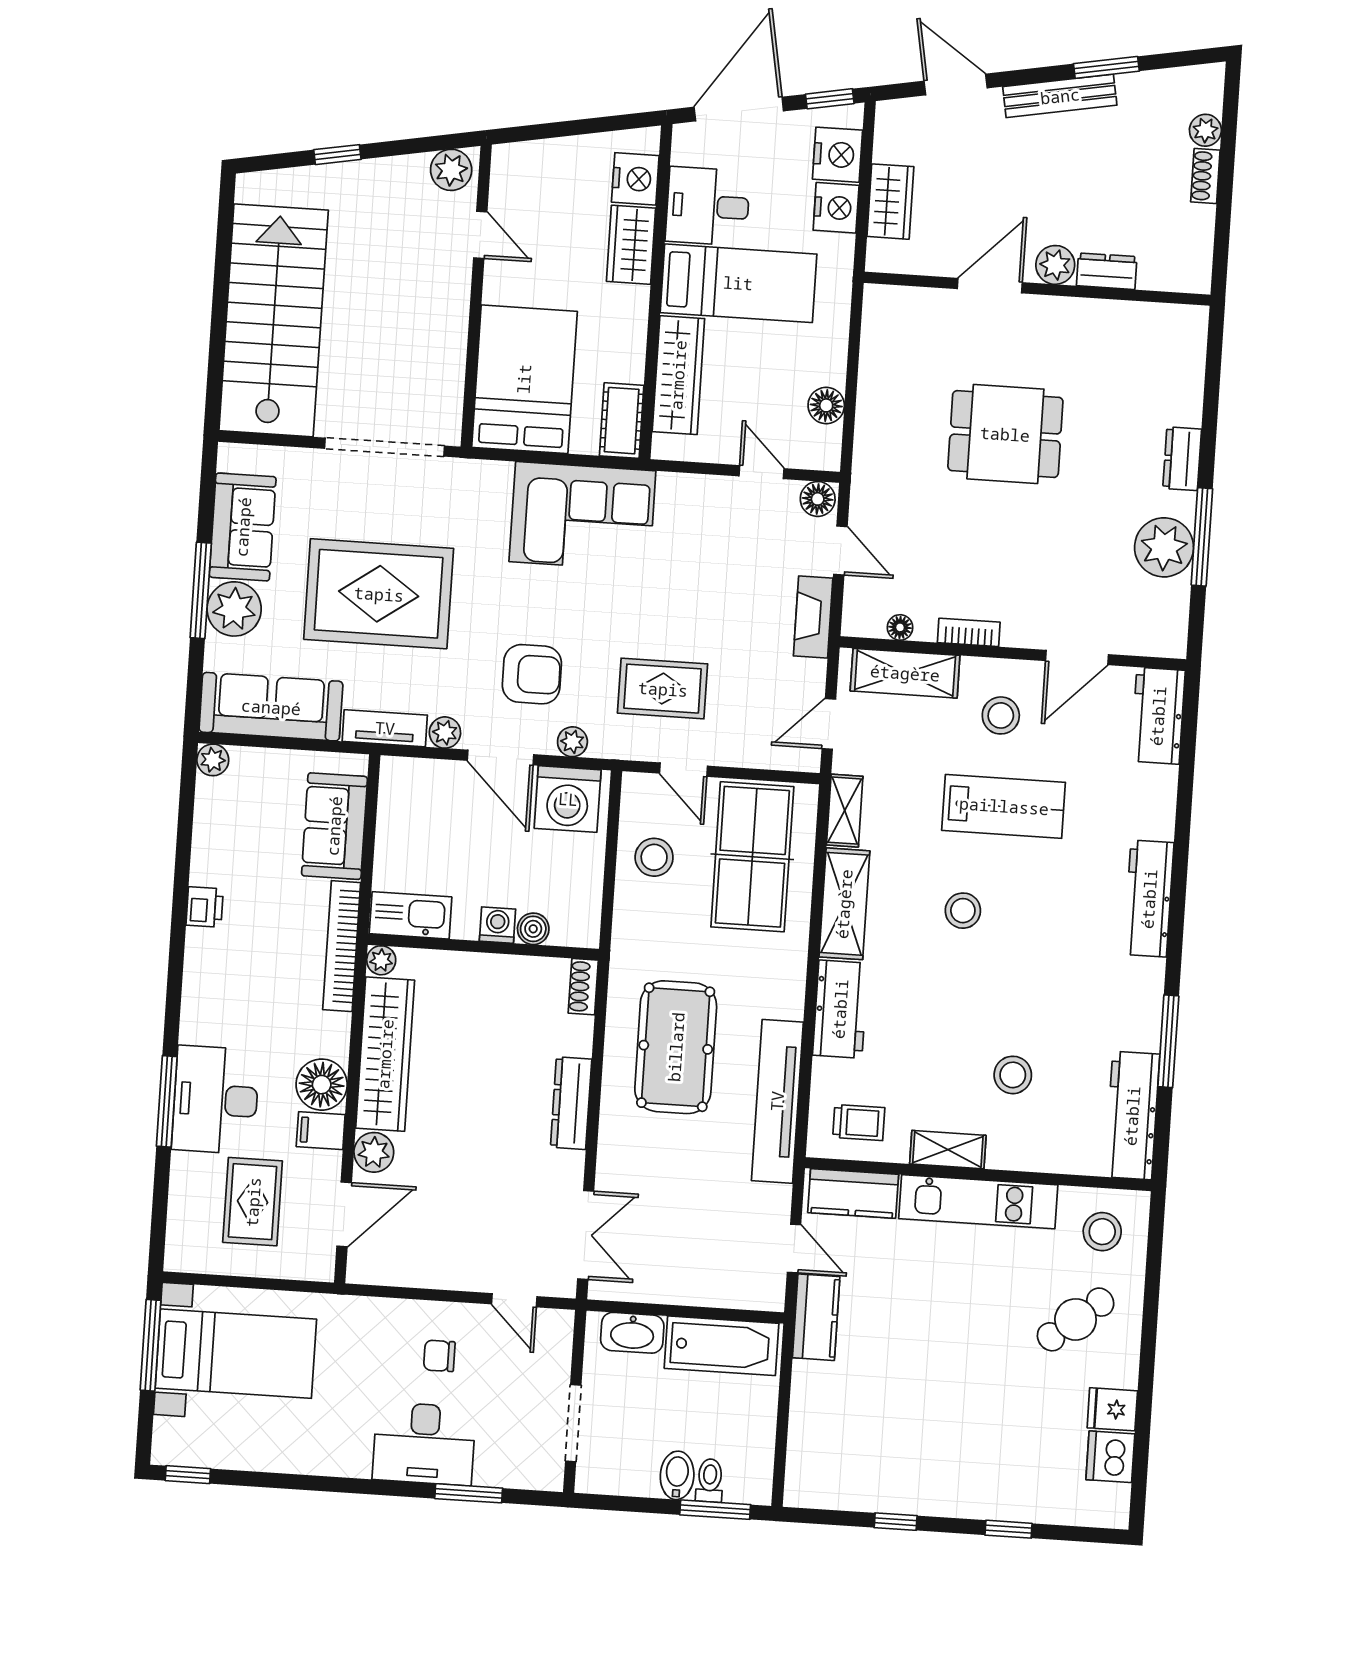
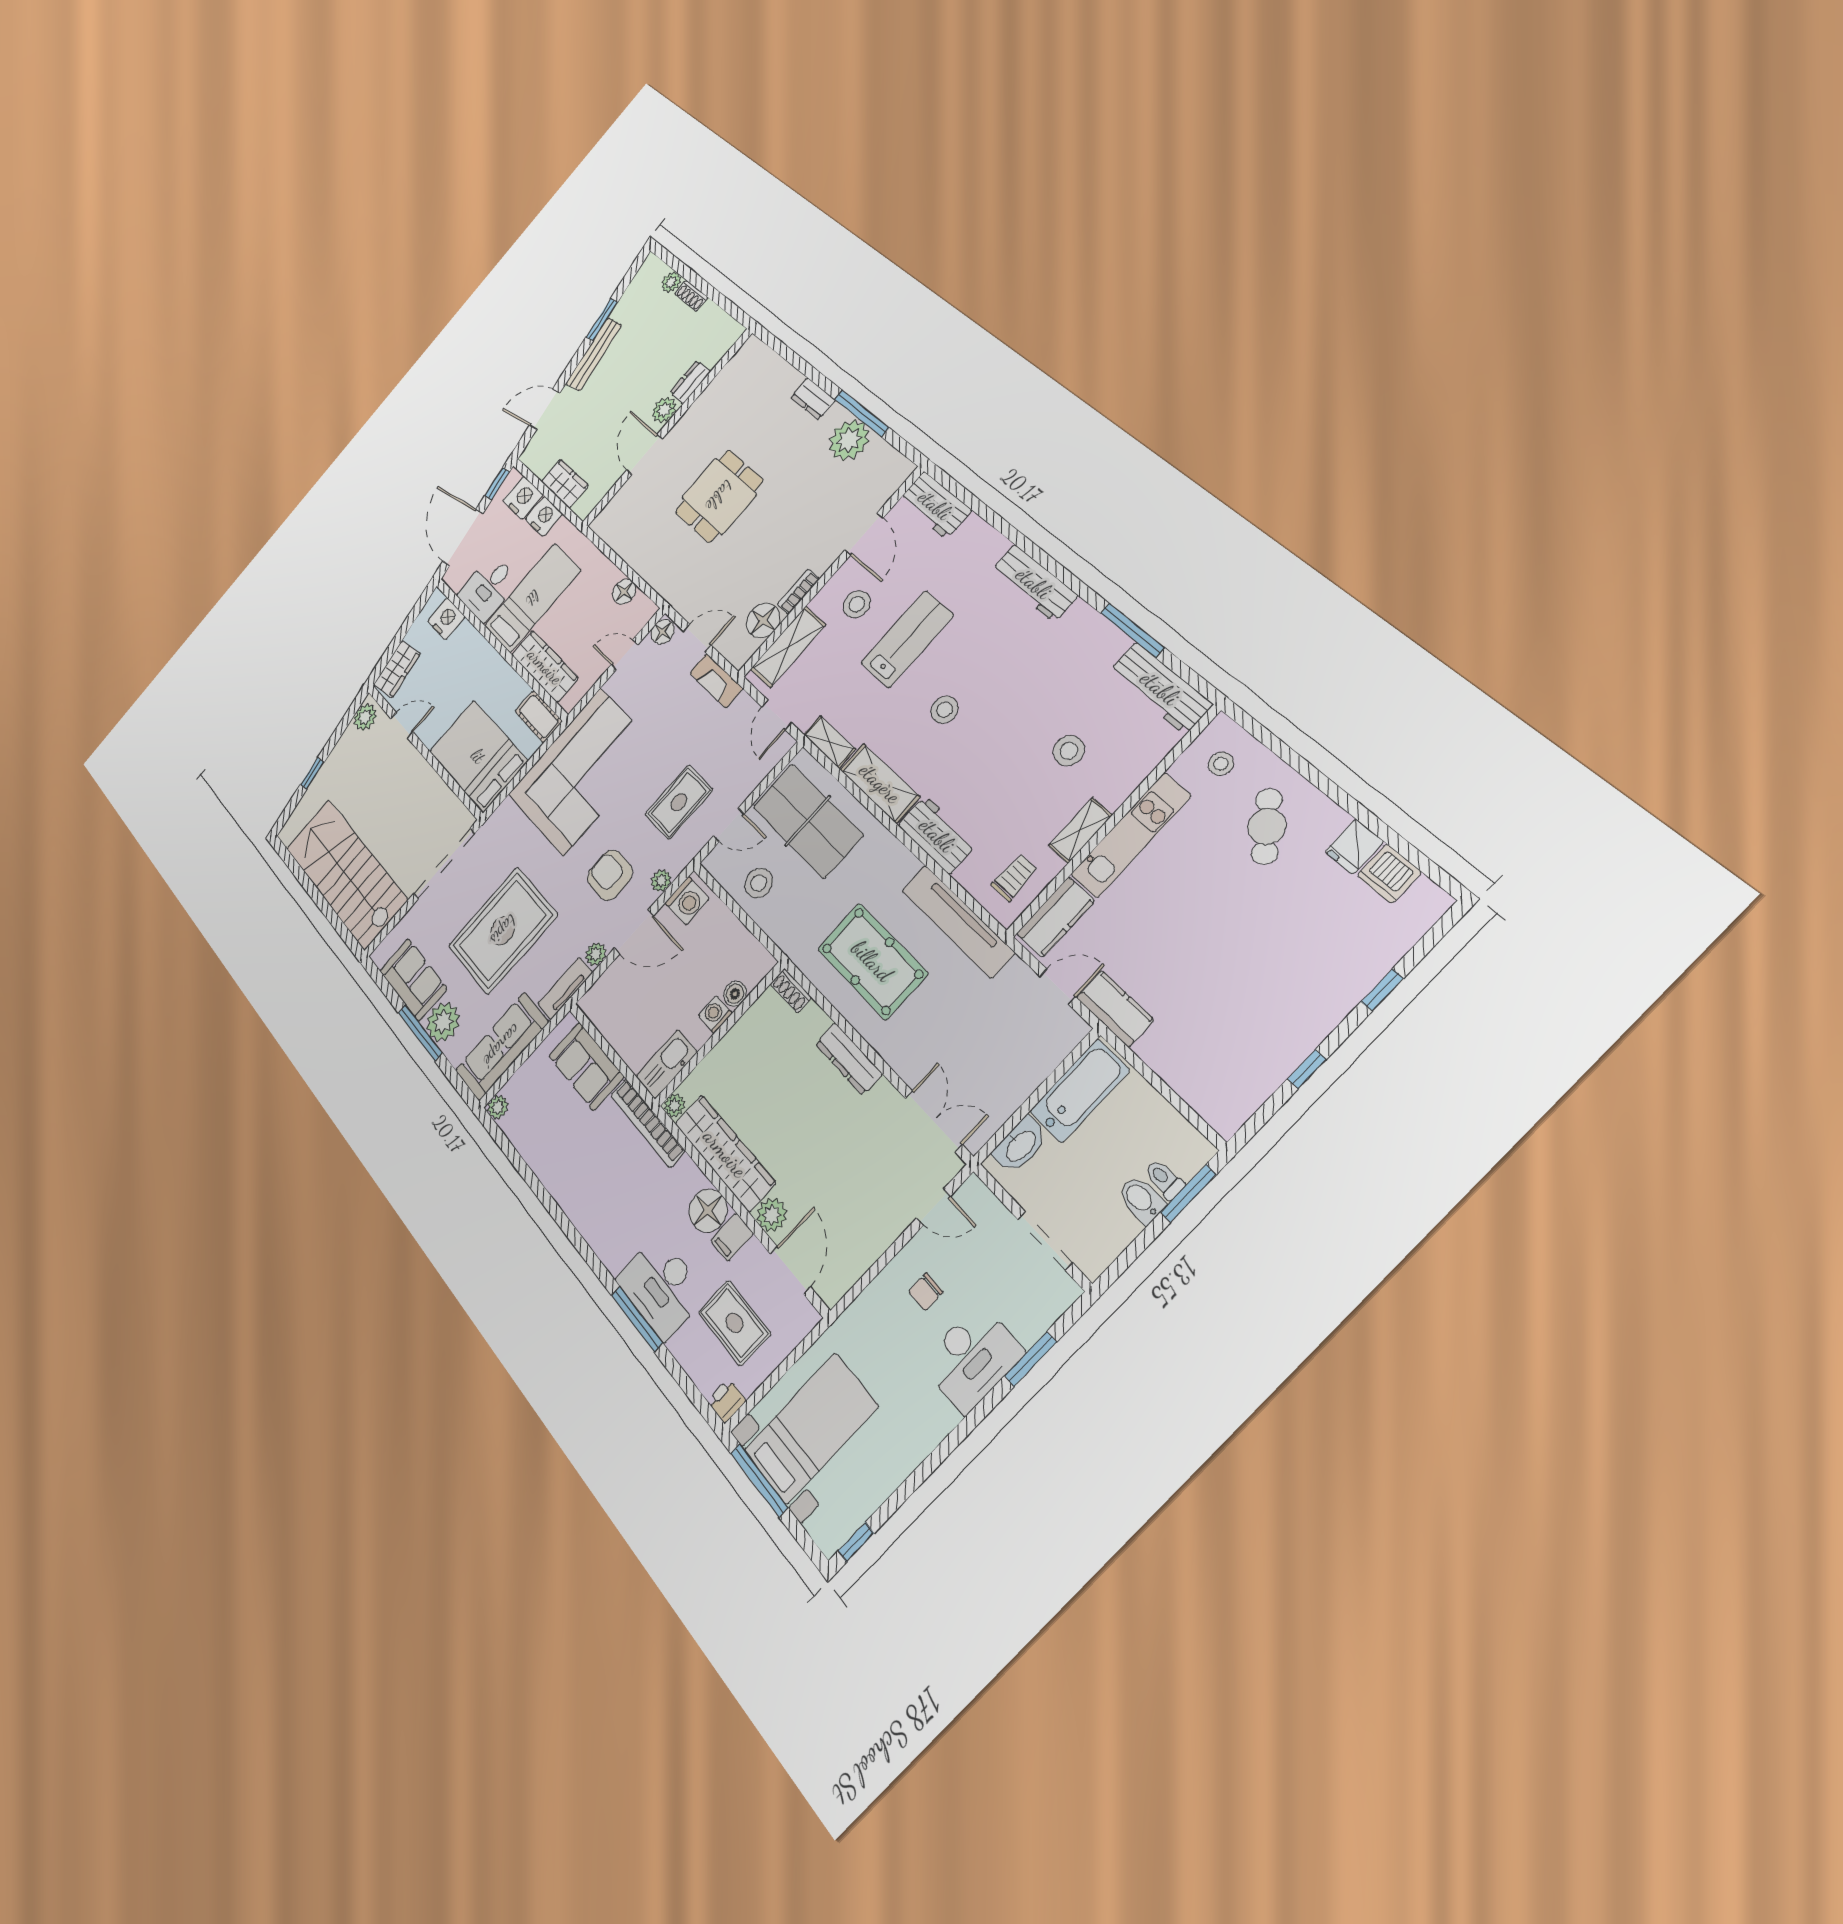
wardrobe: (631, 245) -> (397, 669), moved, turned -100
corner sofa: (582, 516) -> (582, 771), width x1.36, depth x1.36
floor lamp: (900, 627) -> (763, 620), width x1.89, depth x1.89
armchair: (532, 674) -> (610, 875), turned -90
washing machine: (568, 799) -> (687, 901), width x0.73, depth x0.73
printer: (205, 907) -> (727, 1401), moved, turned -90
stool: (1102, 1232) -> (1221, 764), width x0.73, depth x0.73

